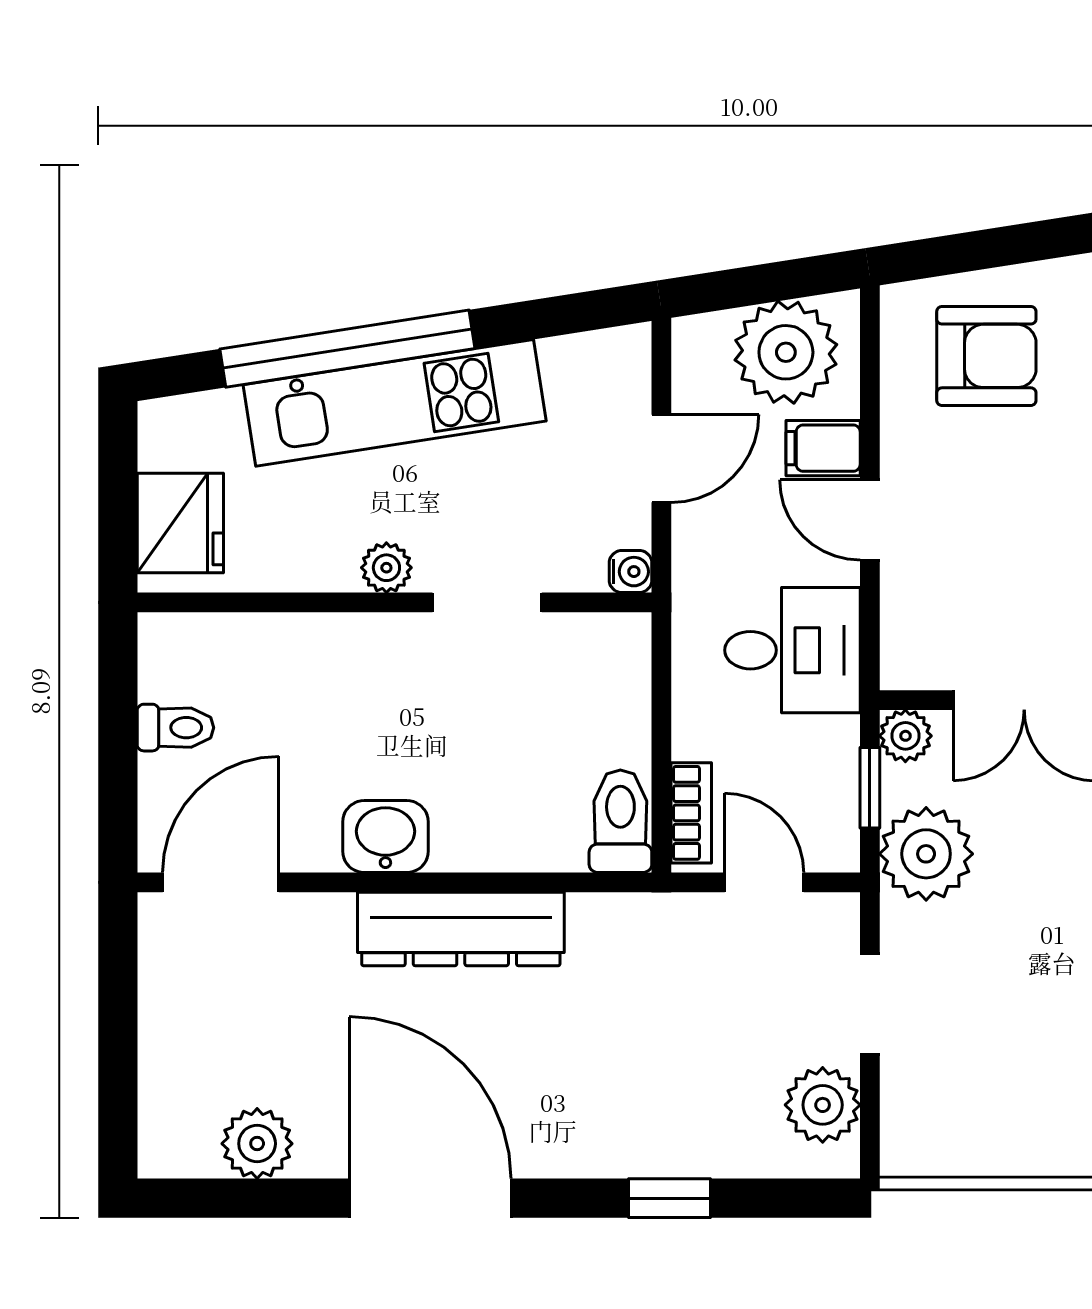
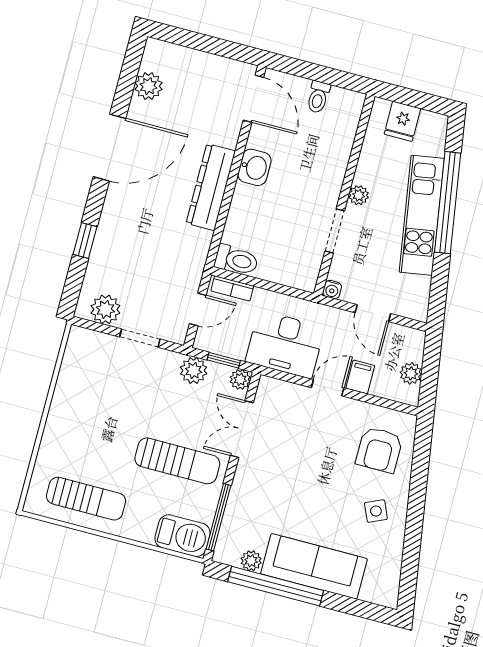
plant: (786, 352) -> (411, 373), width x0.53, depth x0.53
fridge: (180, 523) -> (402, 121), width x0.72
desk: (792, 650) -> (285, 344), width x1.37
plant: (926, 854) -> (194, 370), width x0.73, depth x0.73

